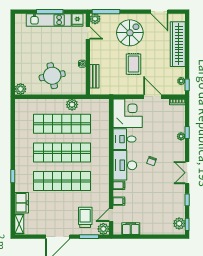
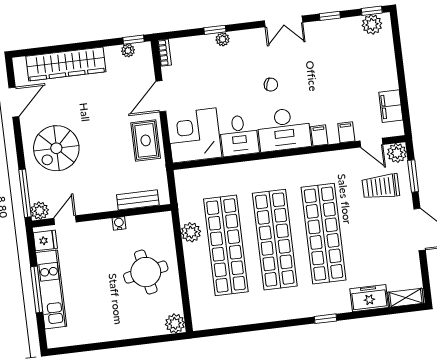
spiral stairs: (130, 33) -> (56, 148), turned -90
rug: (133, 64) -> (146, 140), moved, turned 90

